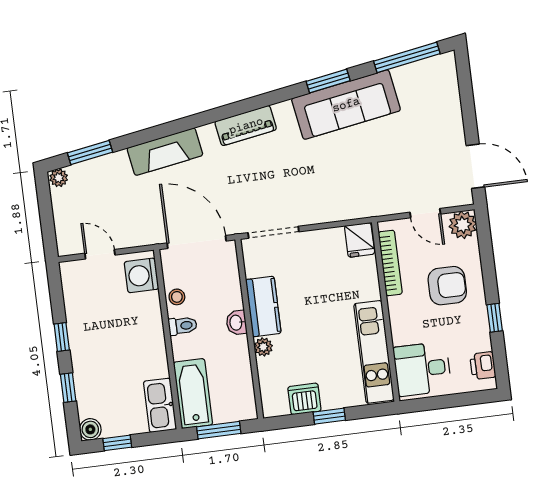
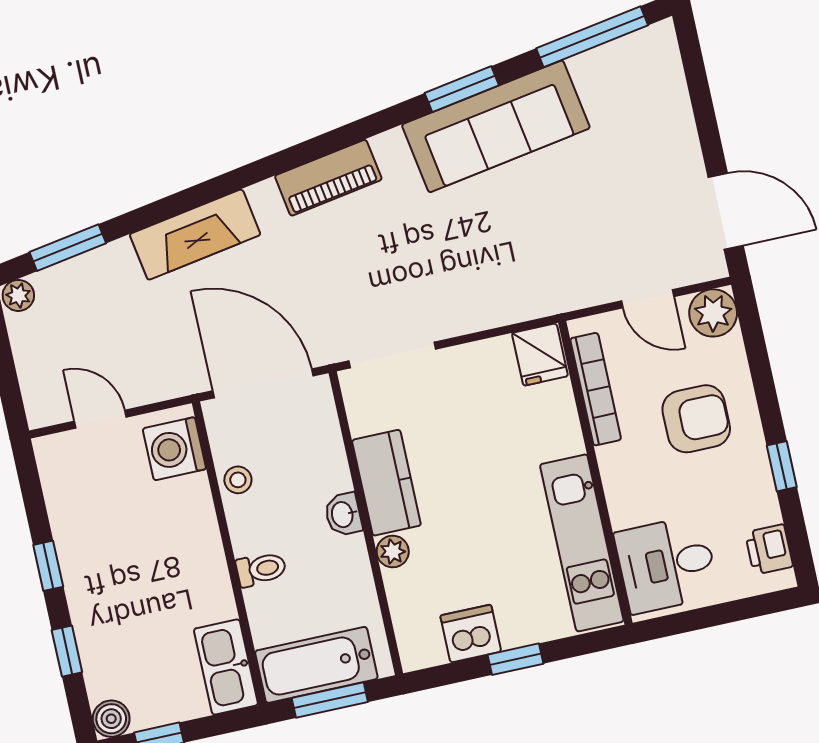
toilet: (183, 326) -> (261, 569), moved
bathtub: (193, 394) -> (316, 665), moved, turned -90

